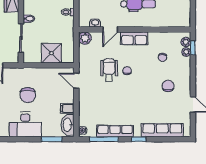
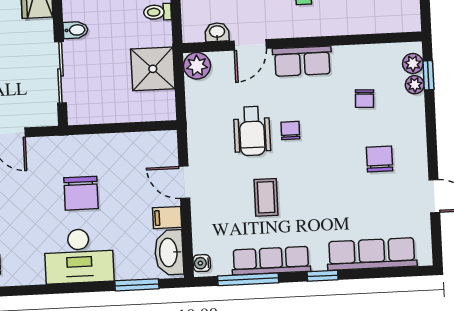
shower: (51, 53) -> (153, 69), moved
wheelchair: (109, 70) -> (252, 131), turned 180
door: (76, 81) -> (184, 182), moved
coffee table: (114, 101) -> (266, 197), added

